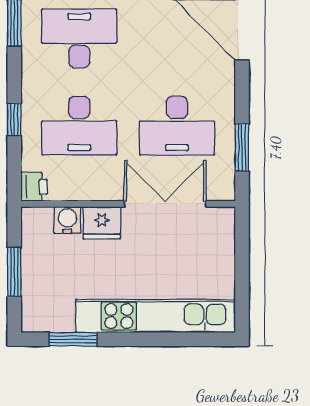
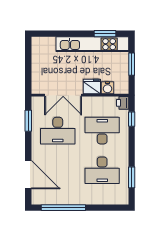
window: (14, 120) -> (132, 119), moved
desk: (177, 126) -> (58, 131), turned 180
kitchen unit: (156, 316) -> (92, 44), moved

